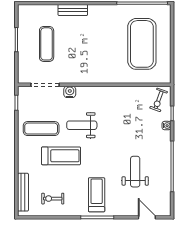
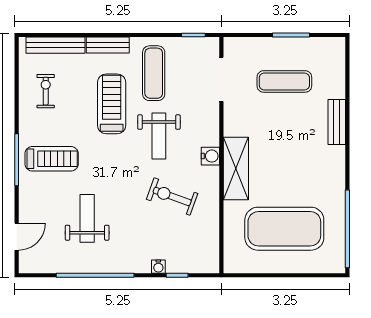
shelving: (103, 75) -> (236, 168), added
water cooler: (70, 92) -> (210, 156), moved
exercise bike: (159, 100) -> (172, 196), moved, width x1.38, depth x1.39
weight bench: (82, 125) -> (159, 136), turned 180
treadmill: (61, 156) -> (112, 104), turned 180
bench: (23, 158) -> (108, 45), added
weight bench: (135, 172) -> (87, 218), turned -90

